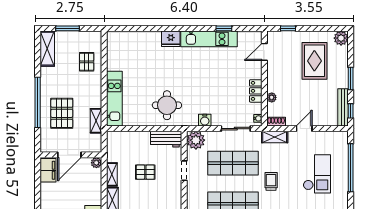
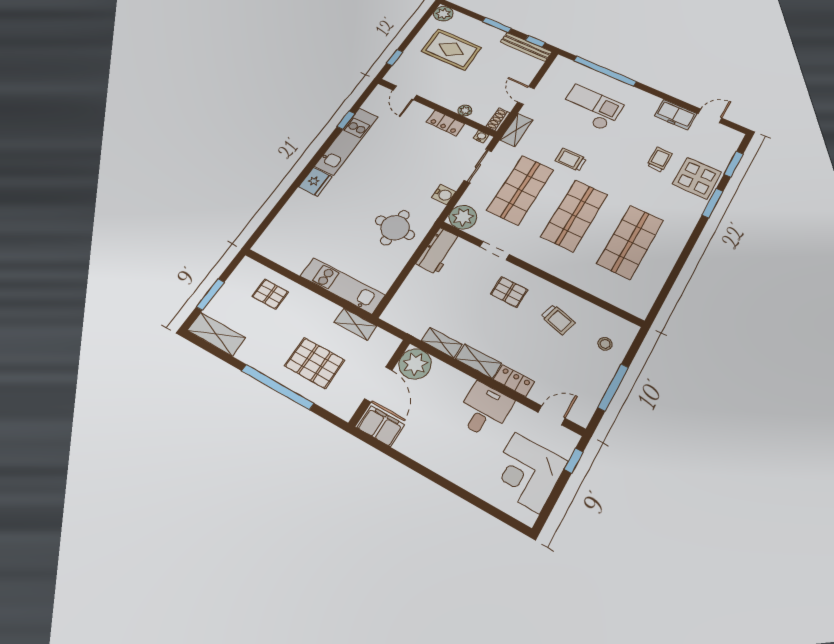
plant: (96, 163) -> (415, 364), width x1.88, depth x1.88
pallet: (145, 172) -> (509, 292), moved, turned 90

